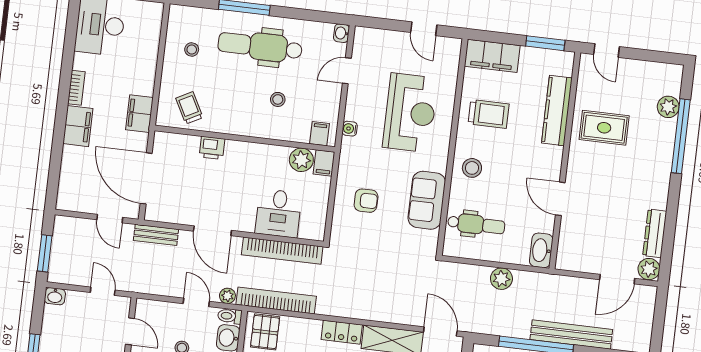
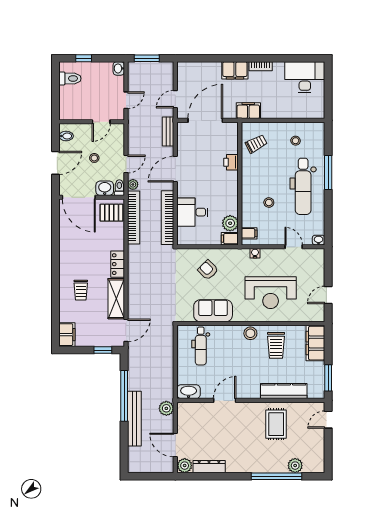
dental chair: (260, 46) -> (303, 186), turned 180
stool: (472, 168) -> (250, 333), moved
armchair: (366, 201) -> (208, 270), turned 135
plant: (501, 279) -> (166, 408), moved

